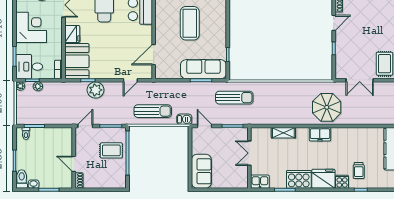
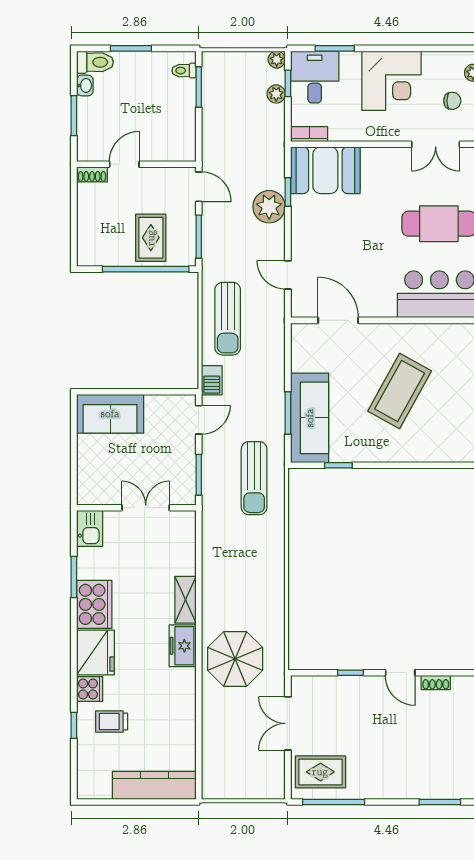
coffee table: (190, 23) -> (400, 391), turned -61
fridge: (72, 34) -> (379, 161), removed
shelving: (283, 133) -> (185, 600), moved

